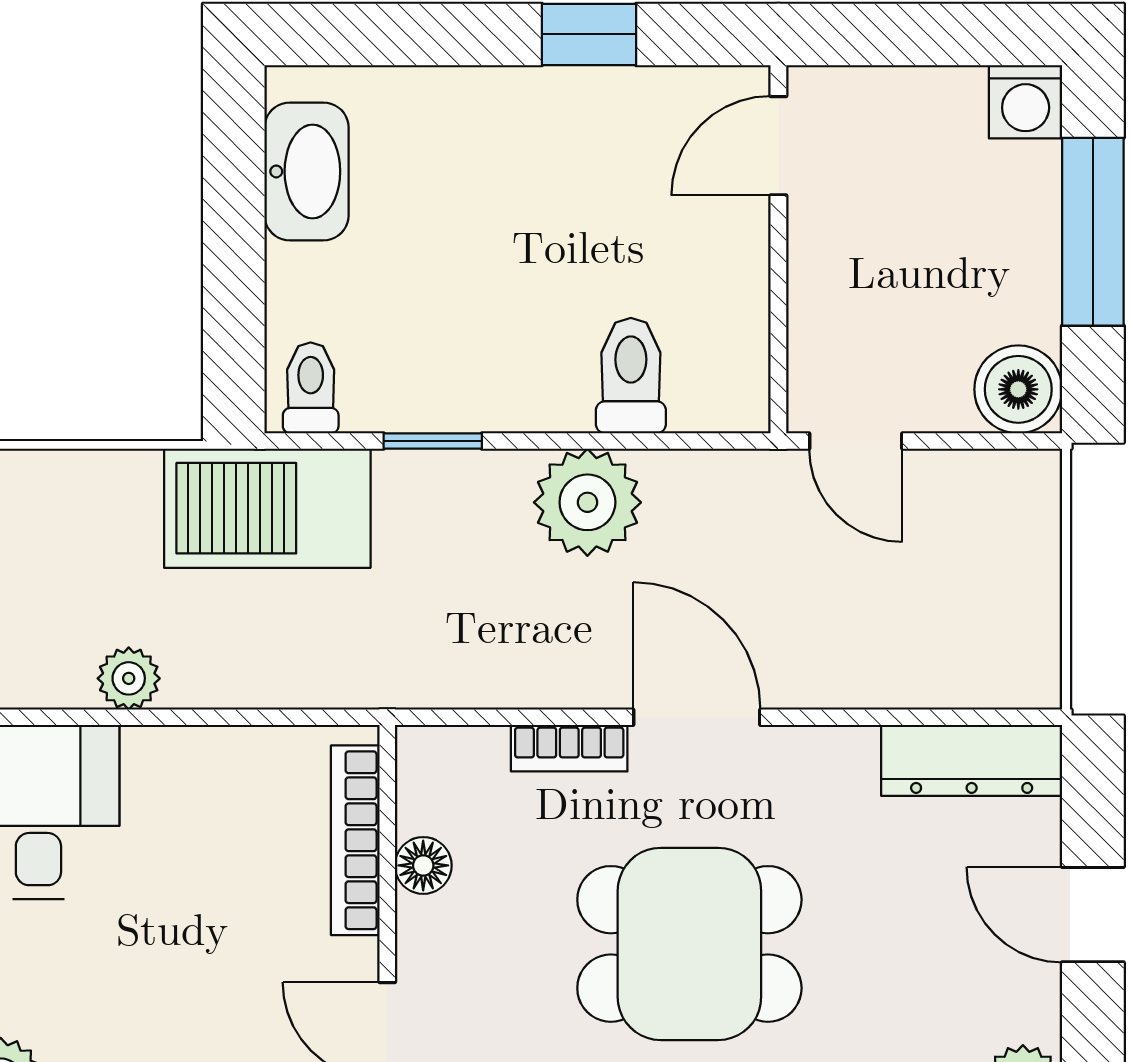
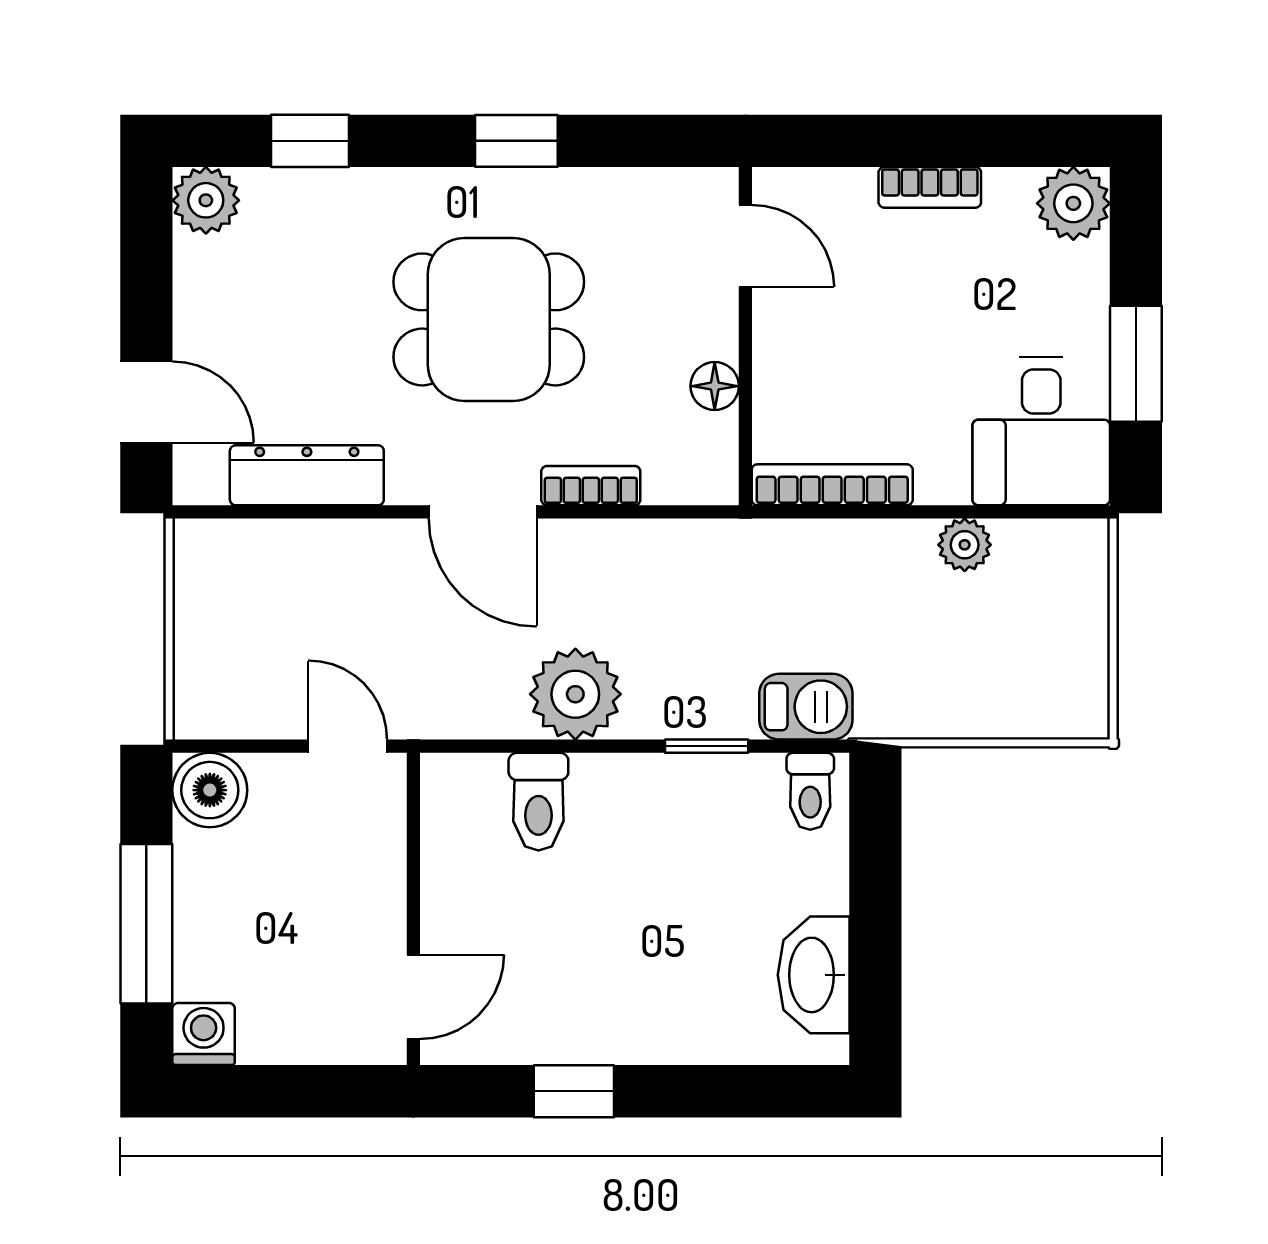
barbecue: (267, 508) -> (806, 707), width x0.53, depth x0.65
dresser: (972, 760) -> (307, 475), moved
bookcase: (355, 840) -> (832, 485), moved, turned -90
door: (1093, 915) -> (146, 402), moved

